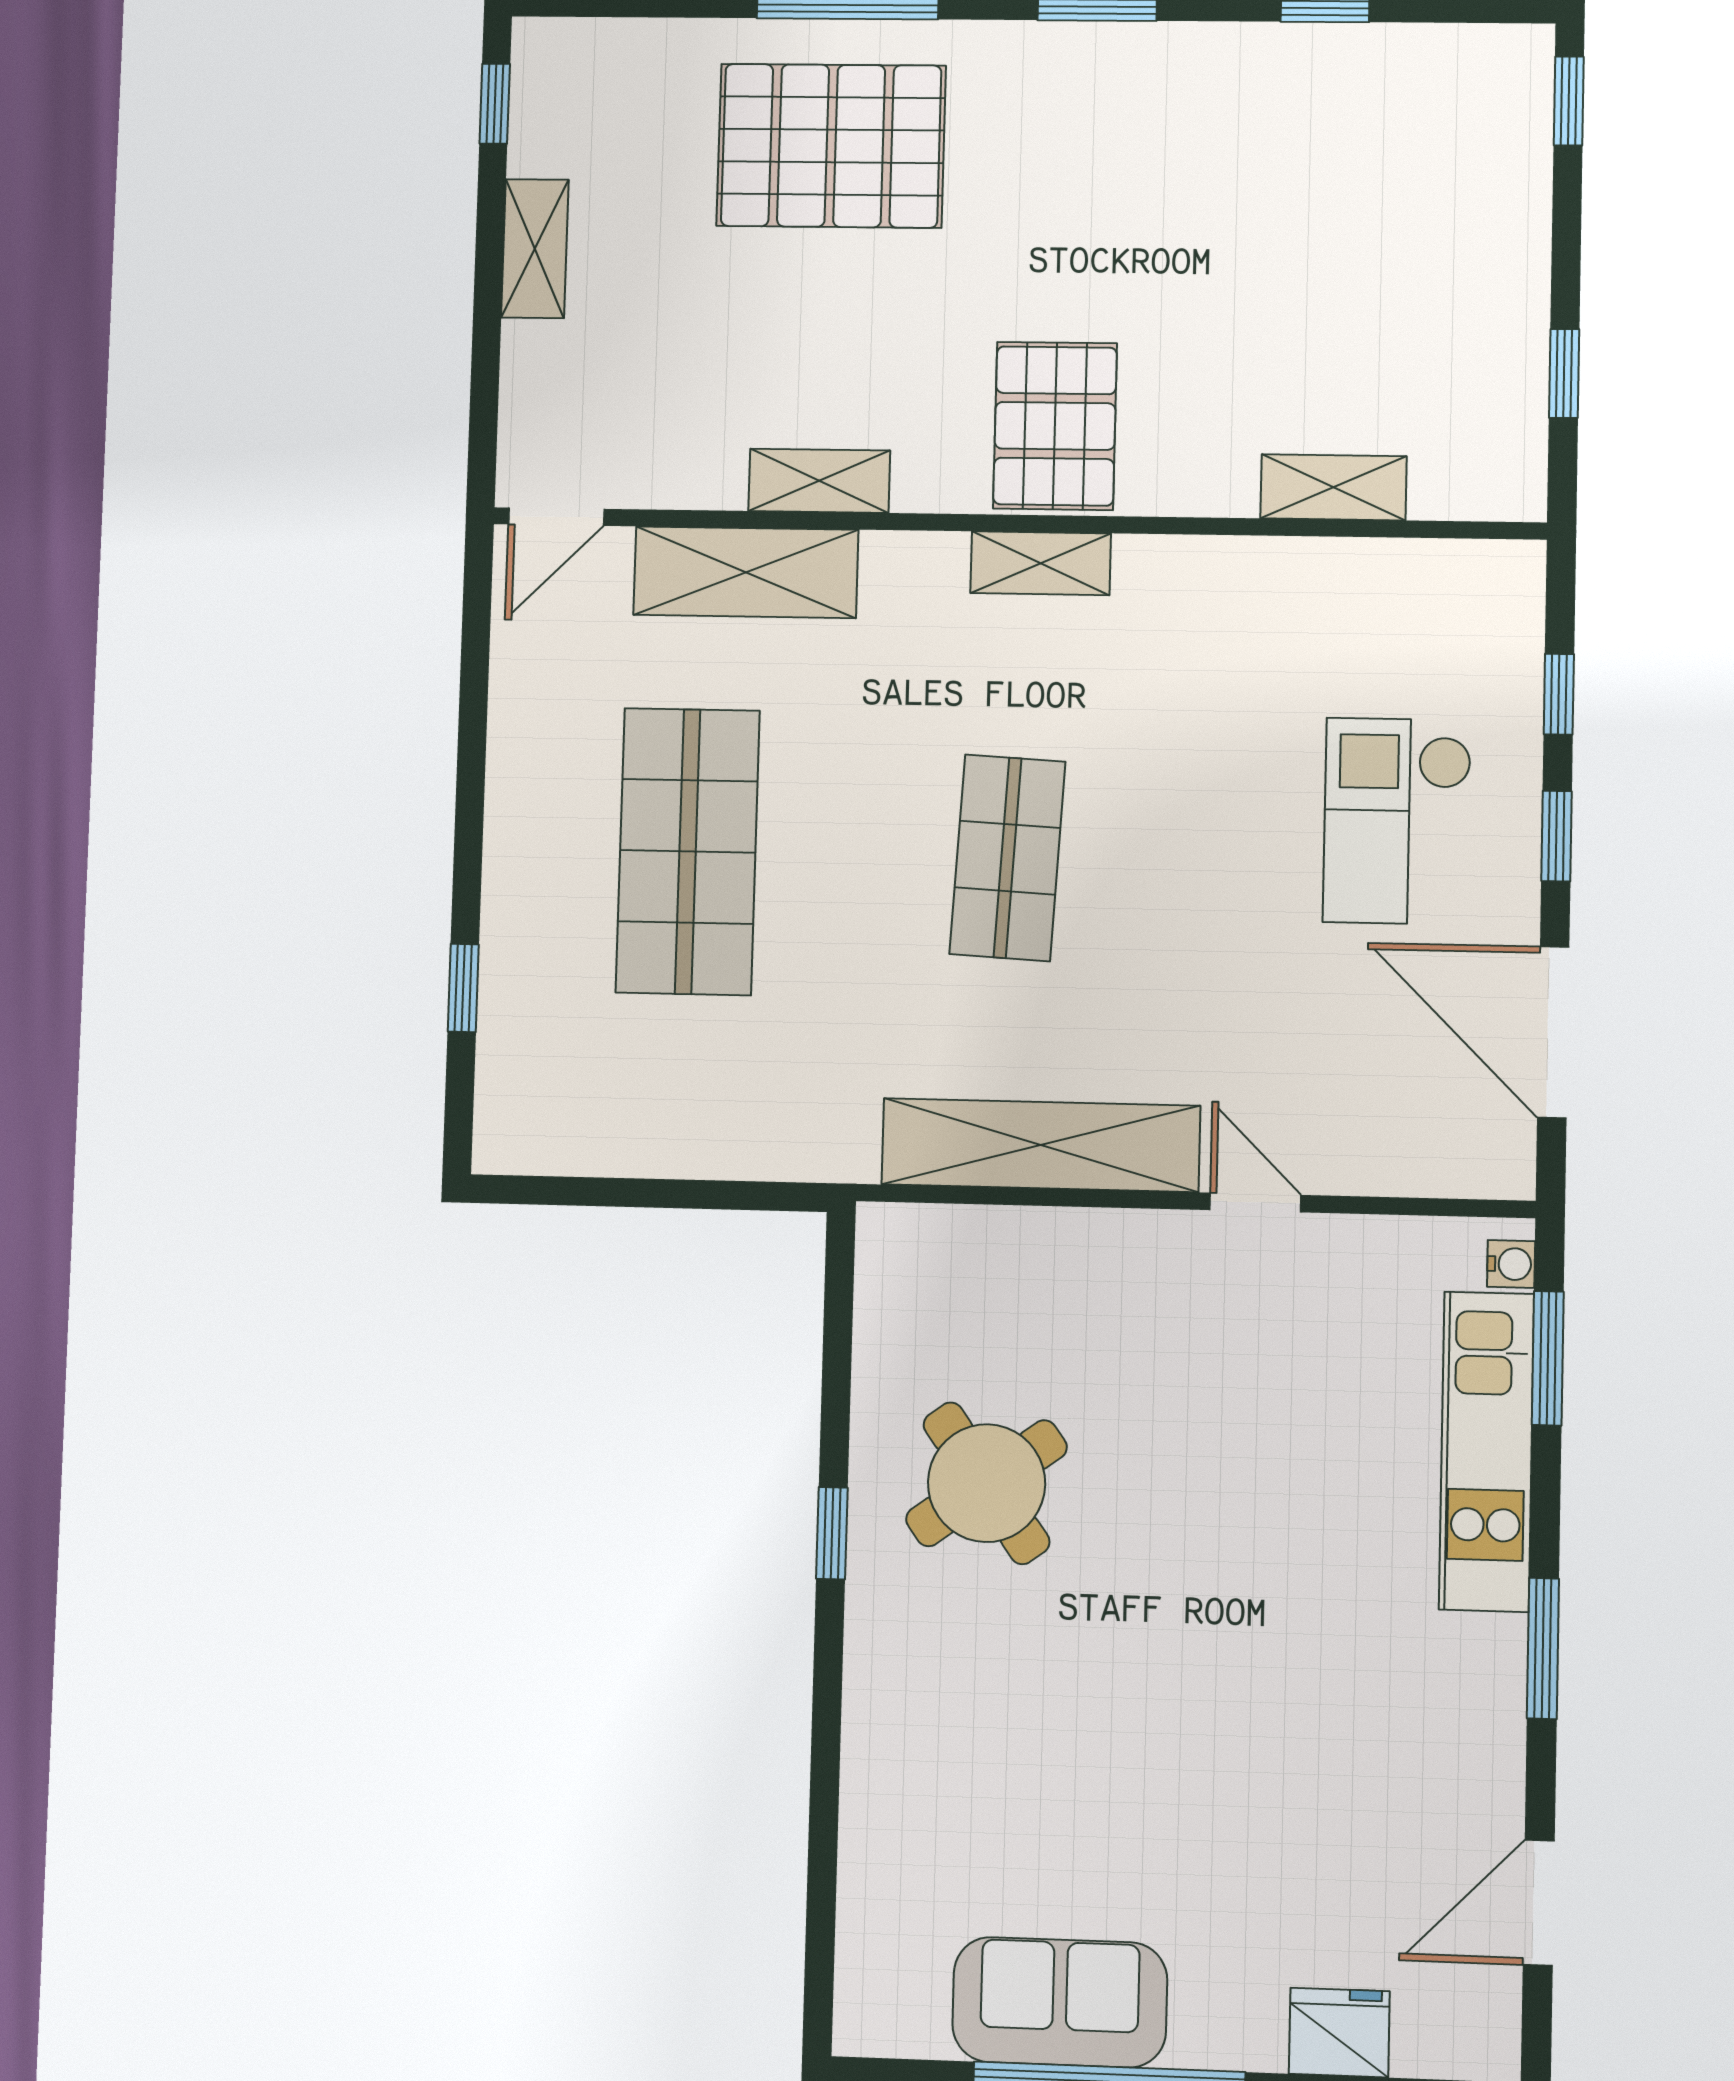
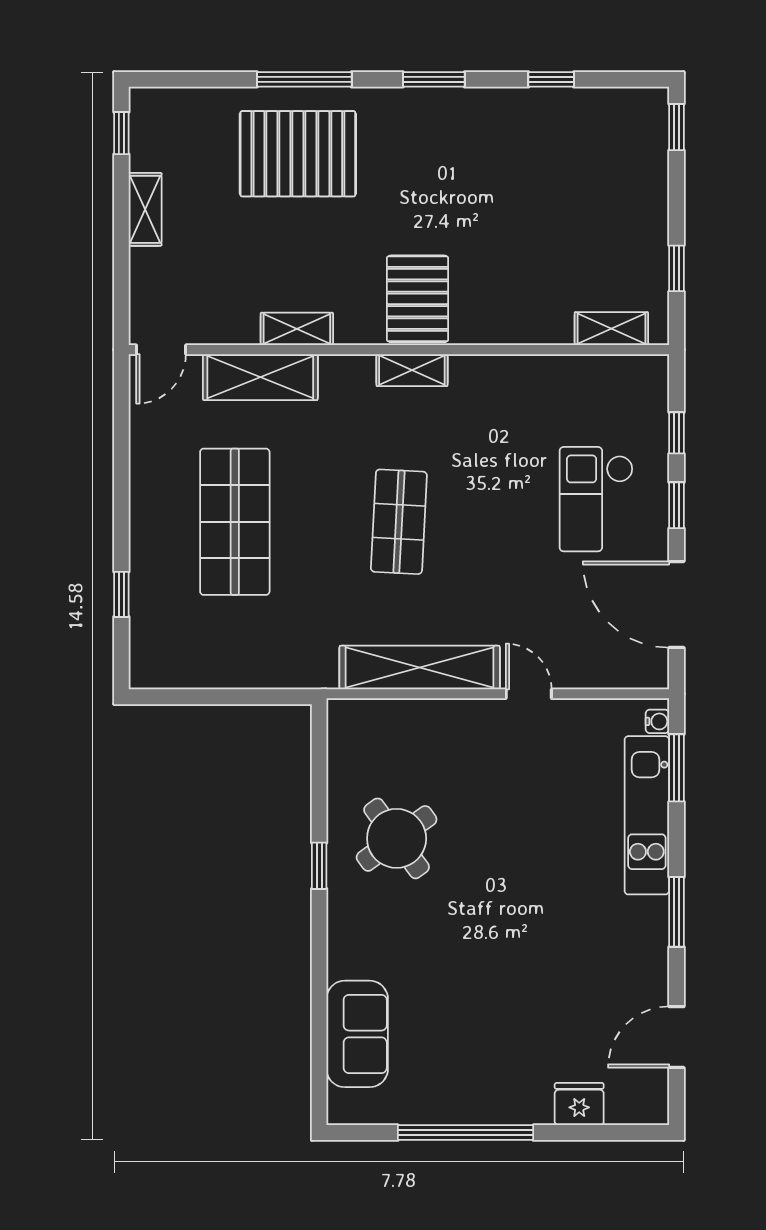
shelving: (1333, 487) -> (611, 329), moved
sofa: (1060, 2002) -> (357, 1034), moved, turned 90

